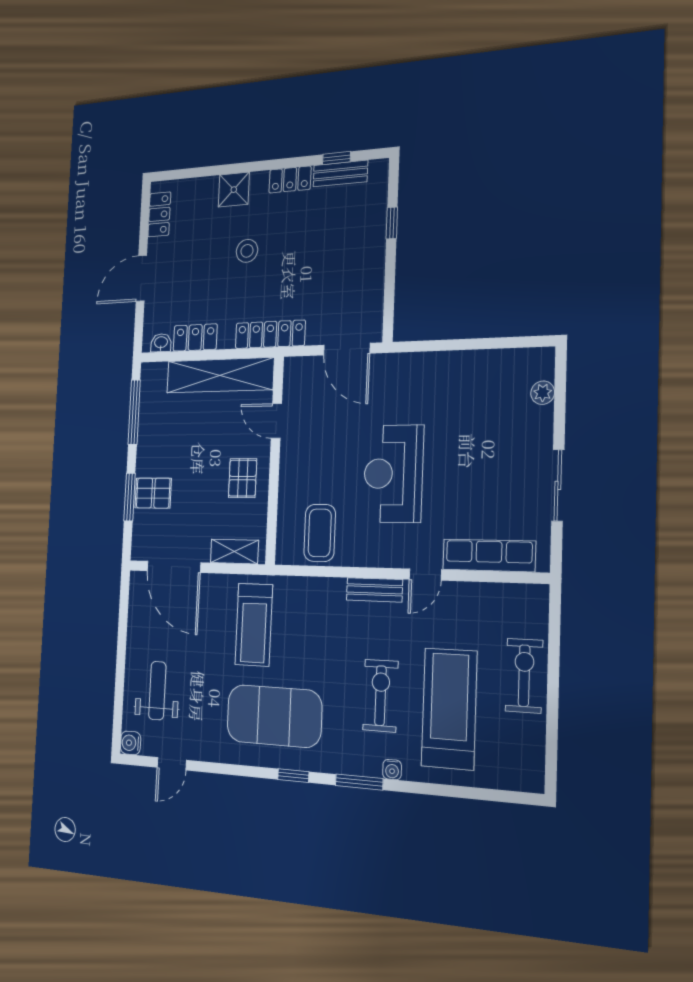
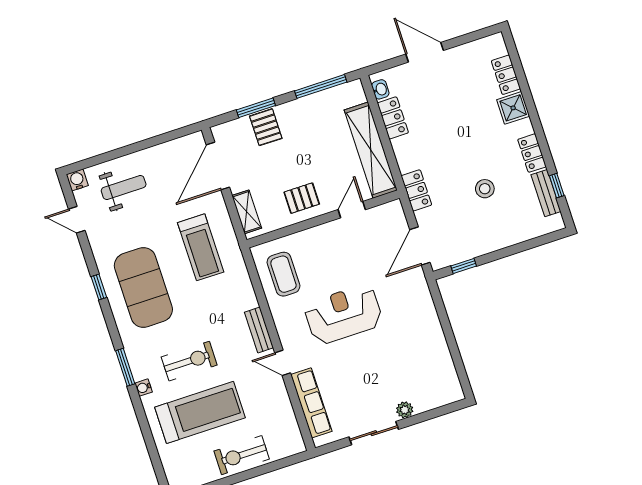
locker: (159, 214) -> (506, 75), moved, turned 90
window: (392, 223) -> (464, 266), moved
stool: (247, 251) -> (485, 189), moved
locker: (270, 334) -> (416, 190), width x0.66
plant: (543, 393) -> (405, 410), moved
coffee table: (320, 533) -> (283, 274), turned 90
treadmill: (254, 625) -> (201, 247), turned -90
exercise bike: (524, 676) -> (242, 455), turned 180
window: (293, 776) -> (99, 287), moved

